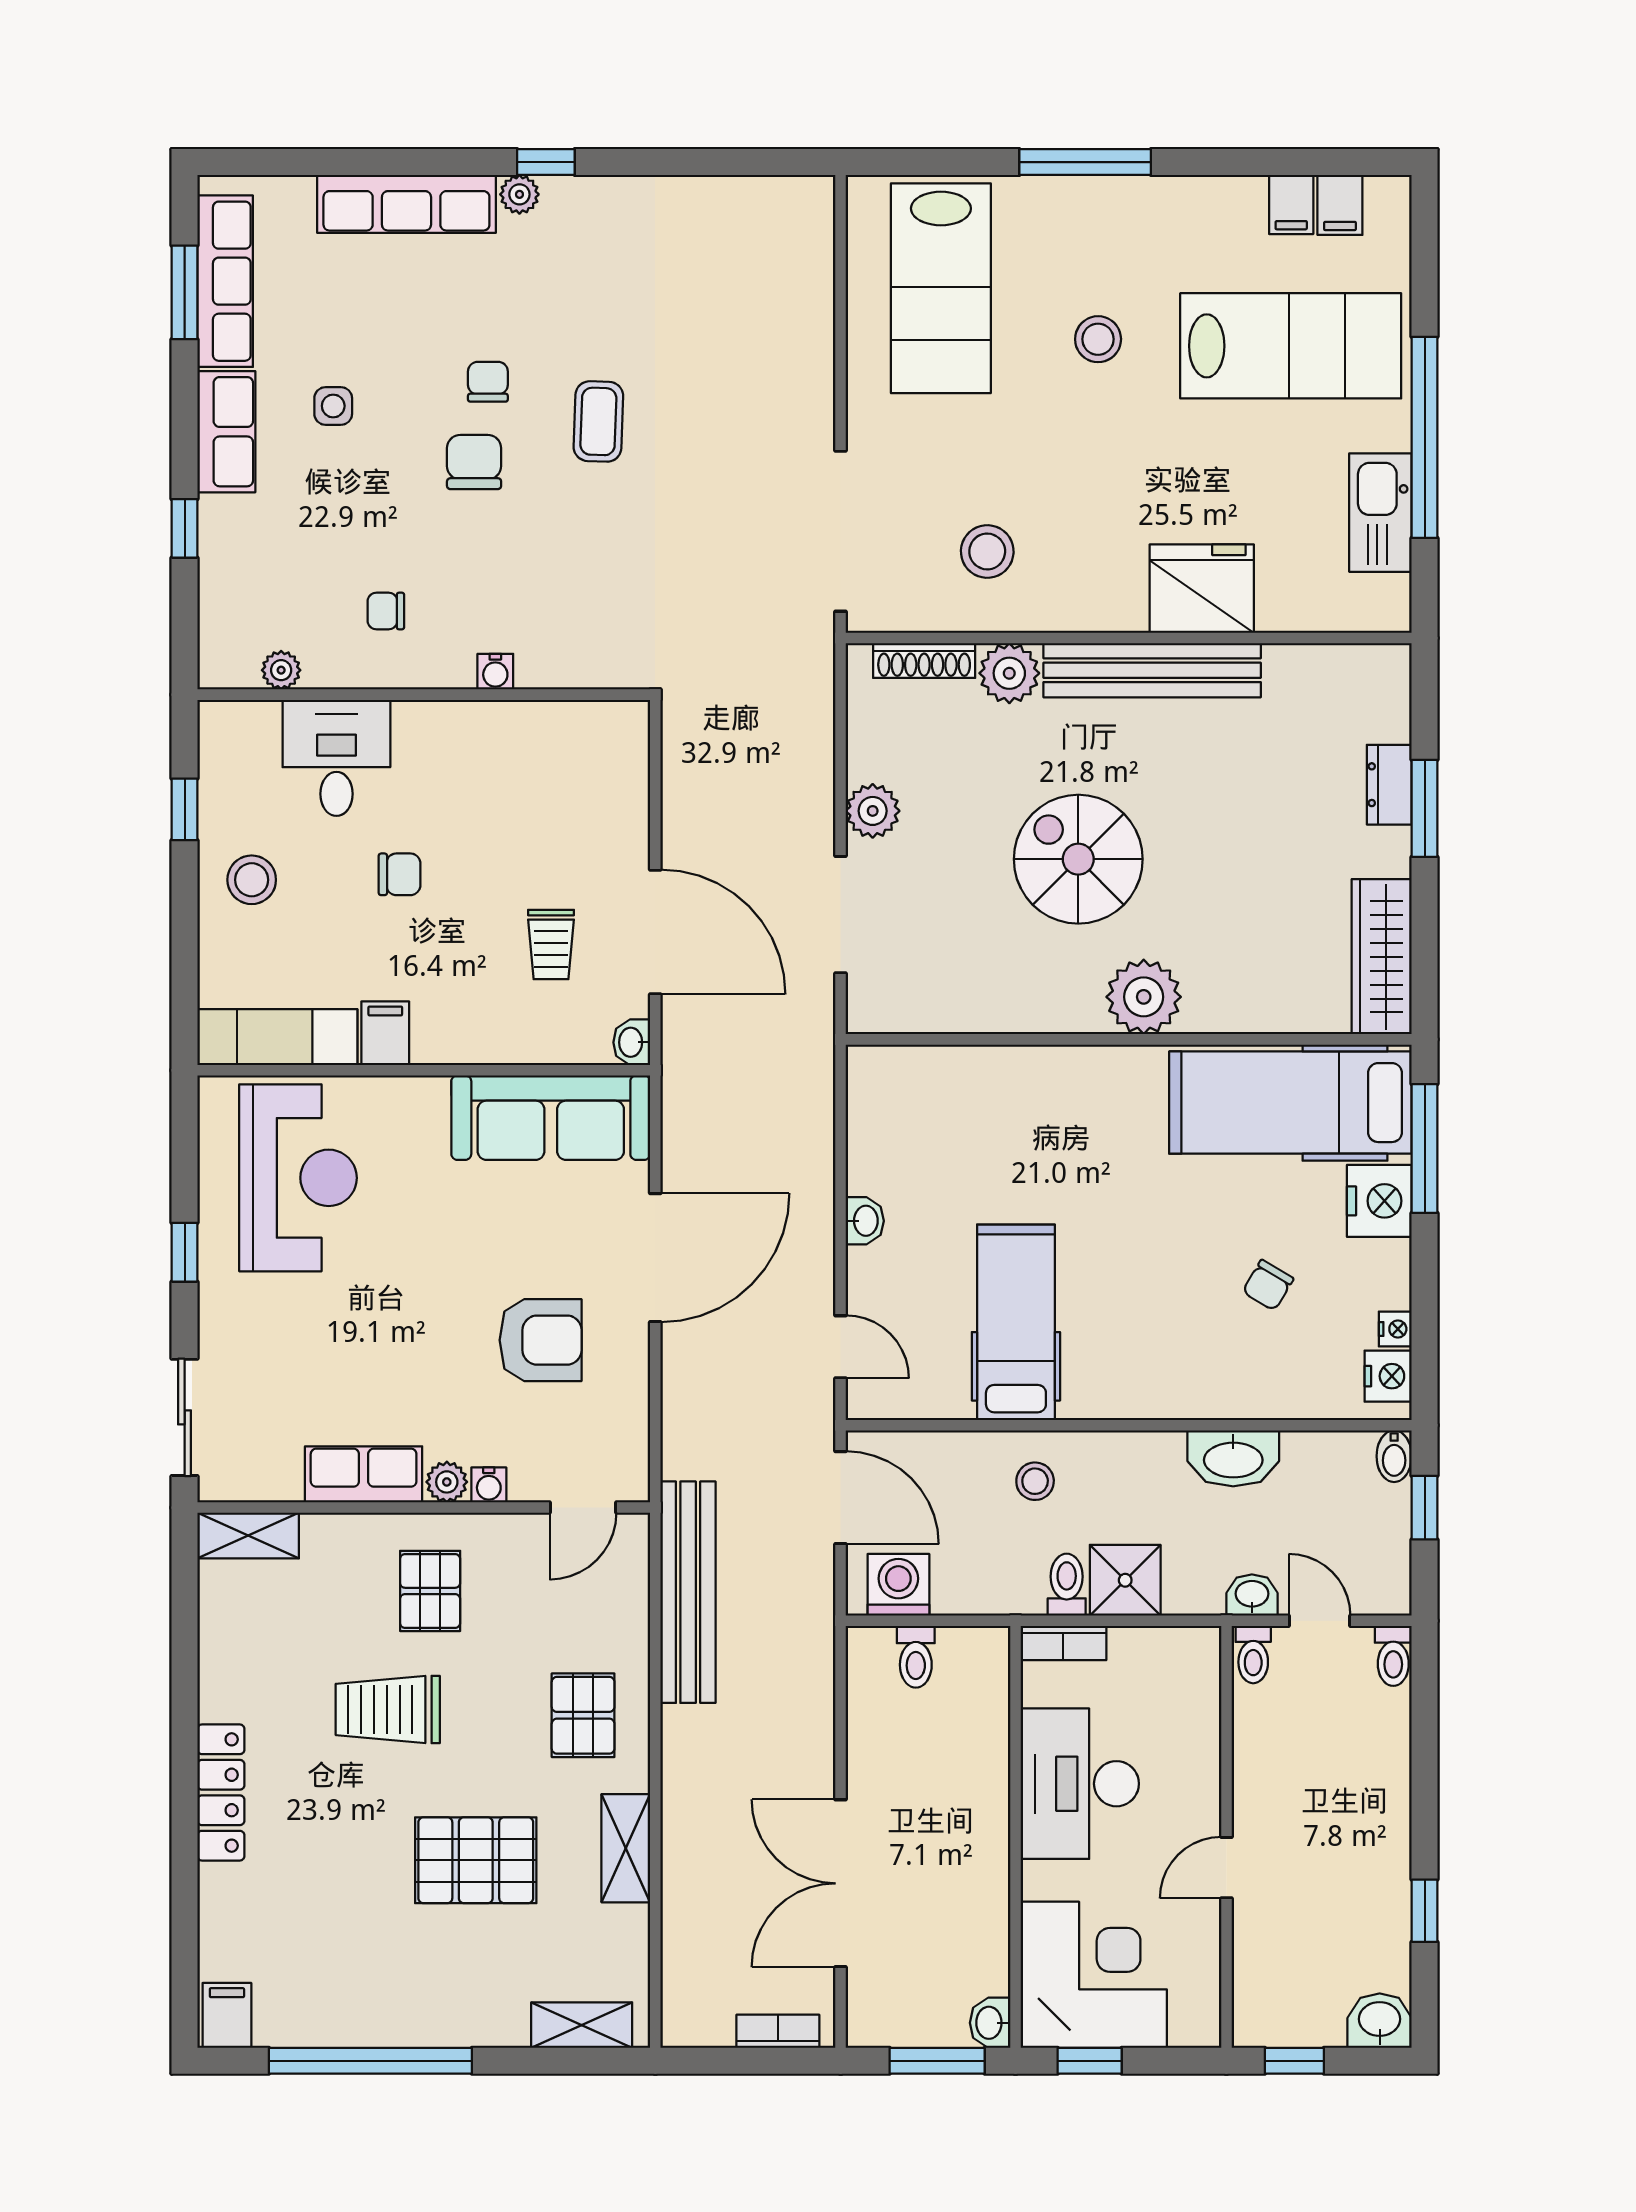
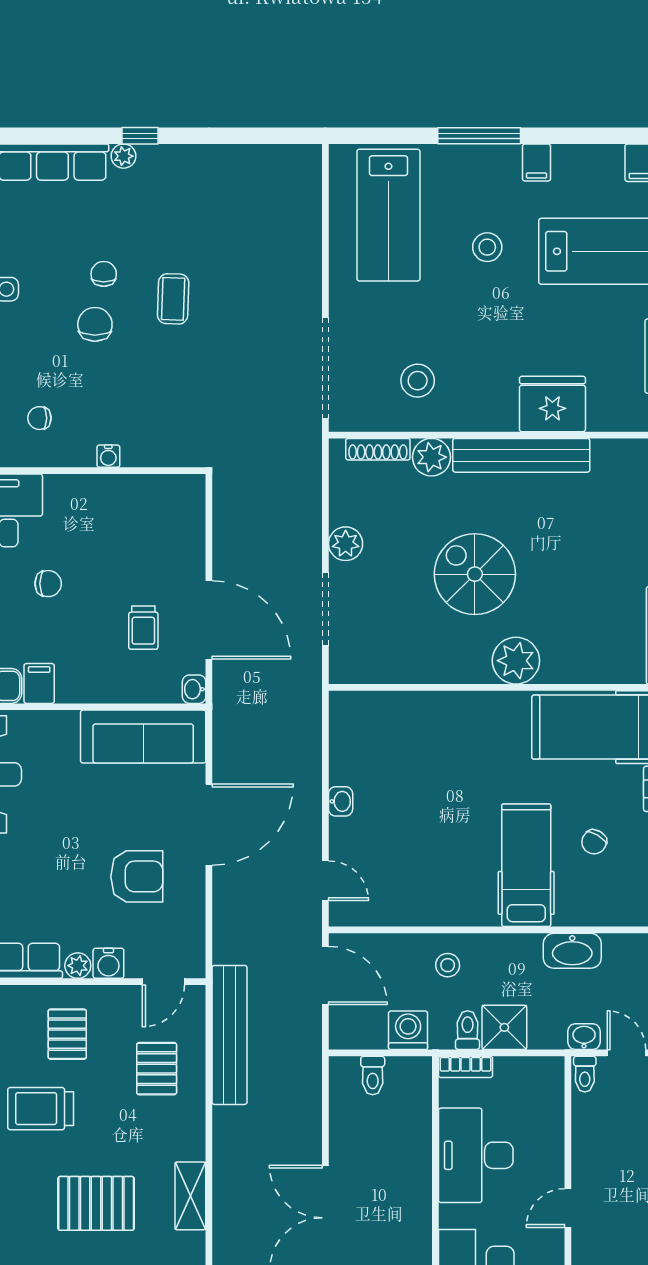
filing cabinet: (1291, 204) -> (537, 162), moved
hospital bed: (1016, 1322) -> (526, 865), moved
water cooler: (489, 1485) -> (108, 963), width x1.38, depth x1.38
washing machine: (898, 1585) -> (408, 1030), moved
pallet: (583, 1715) -> (157, 1069), moved

